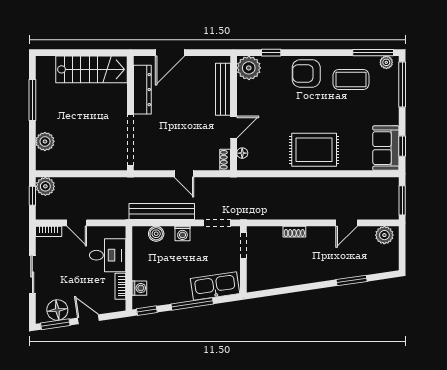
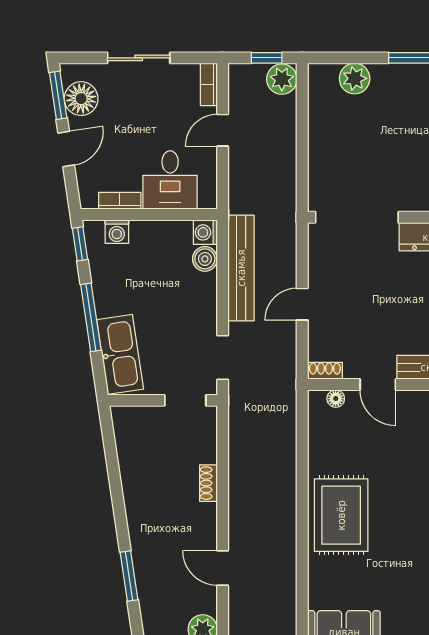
washing machine: (182, 233) -> (205, 232), moved

